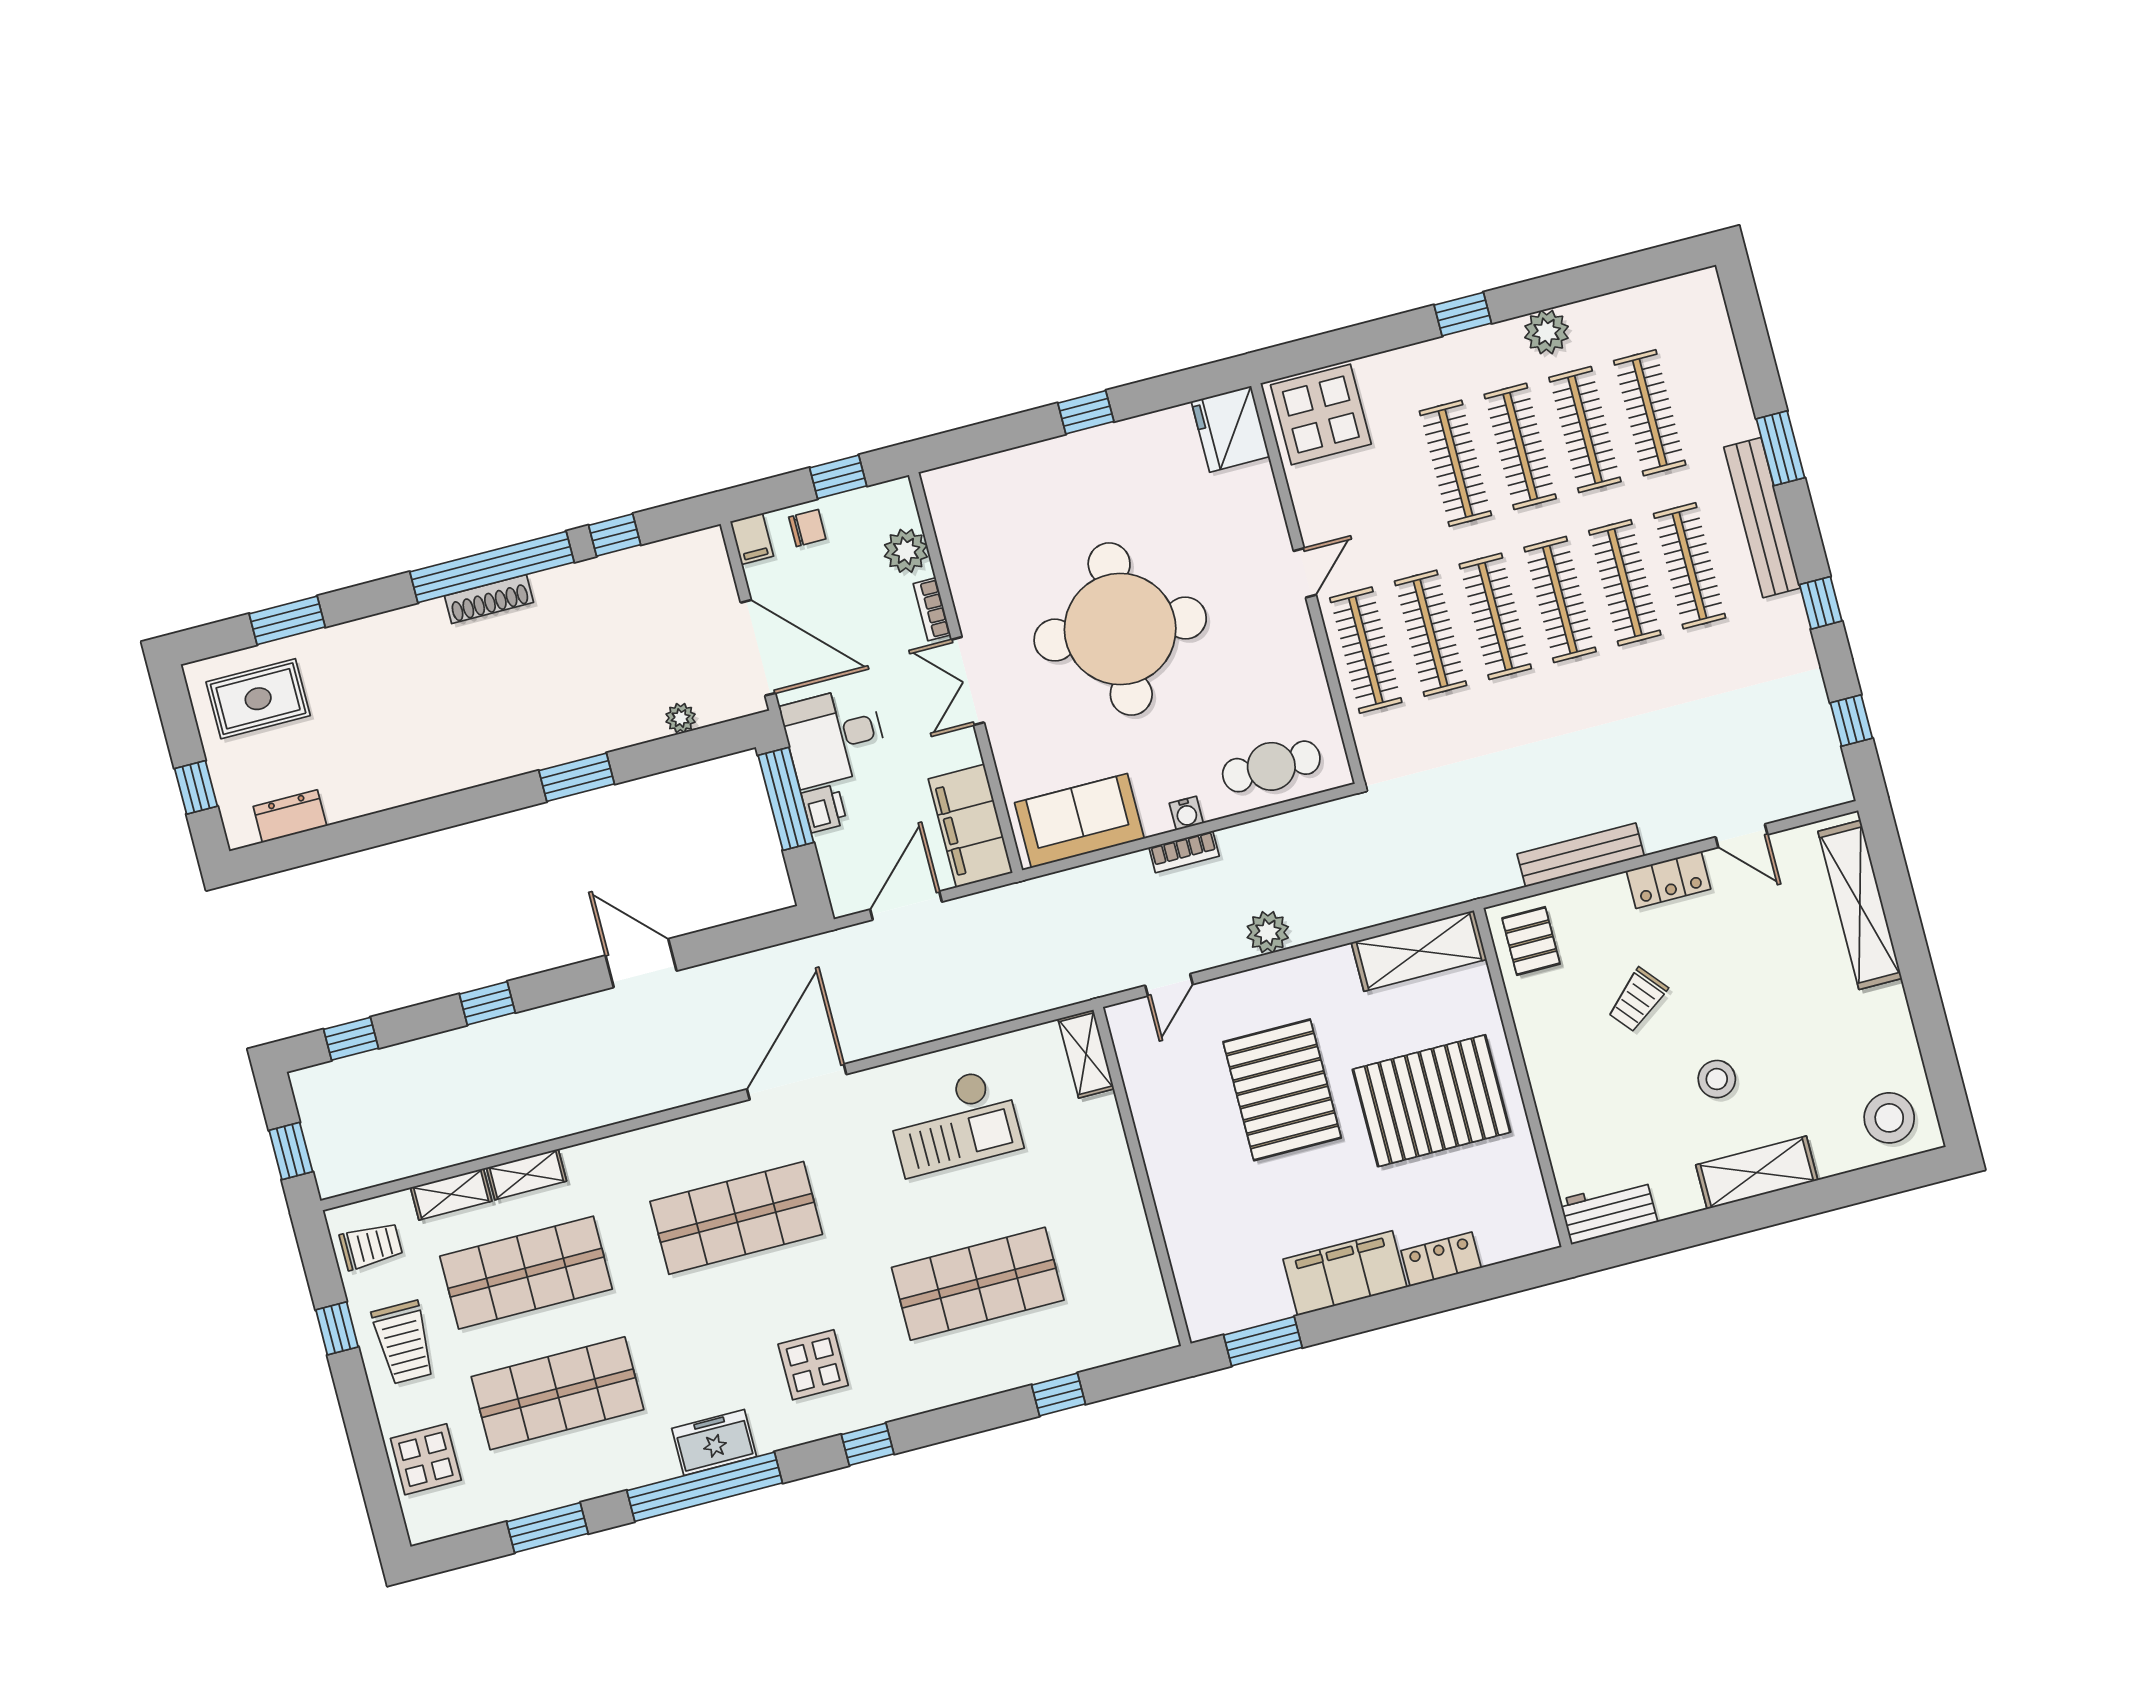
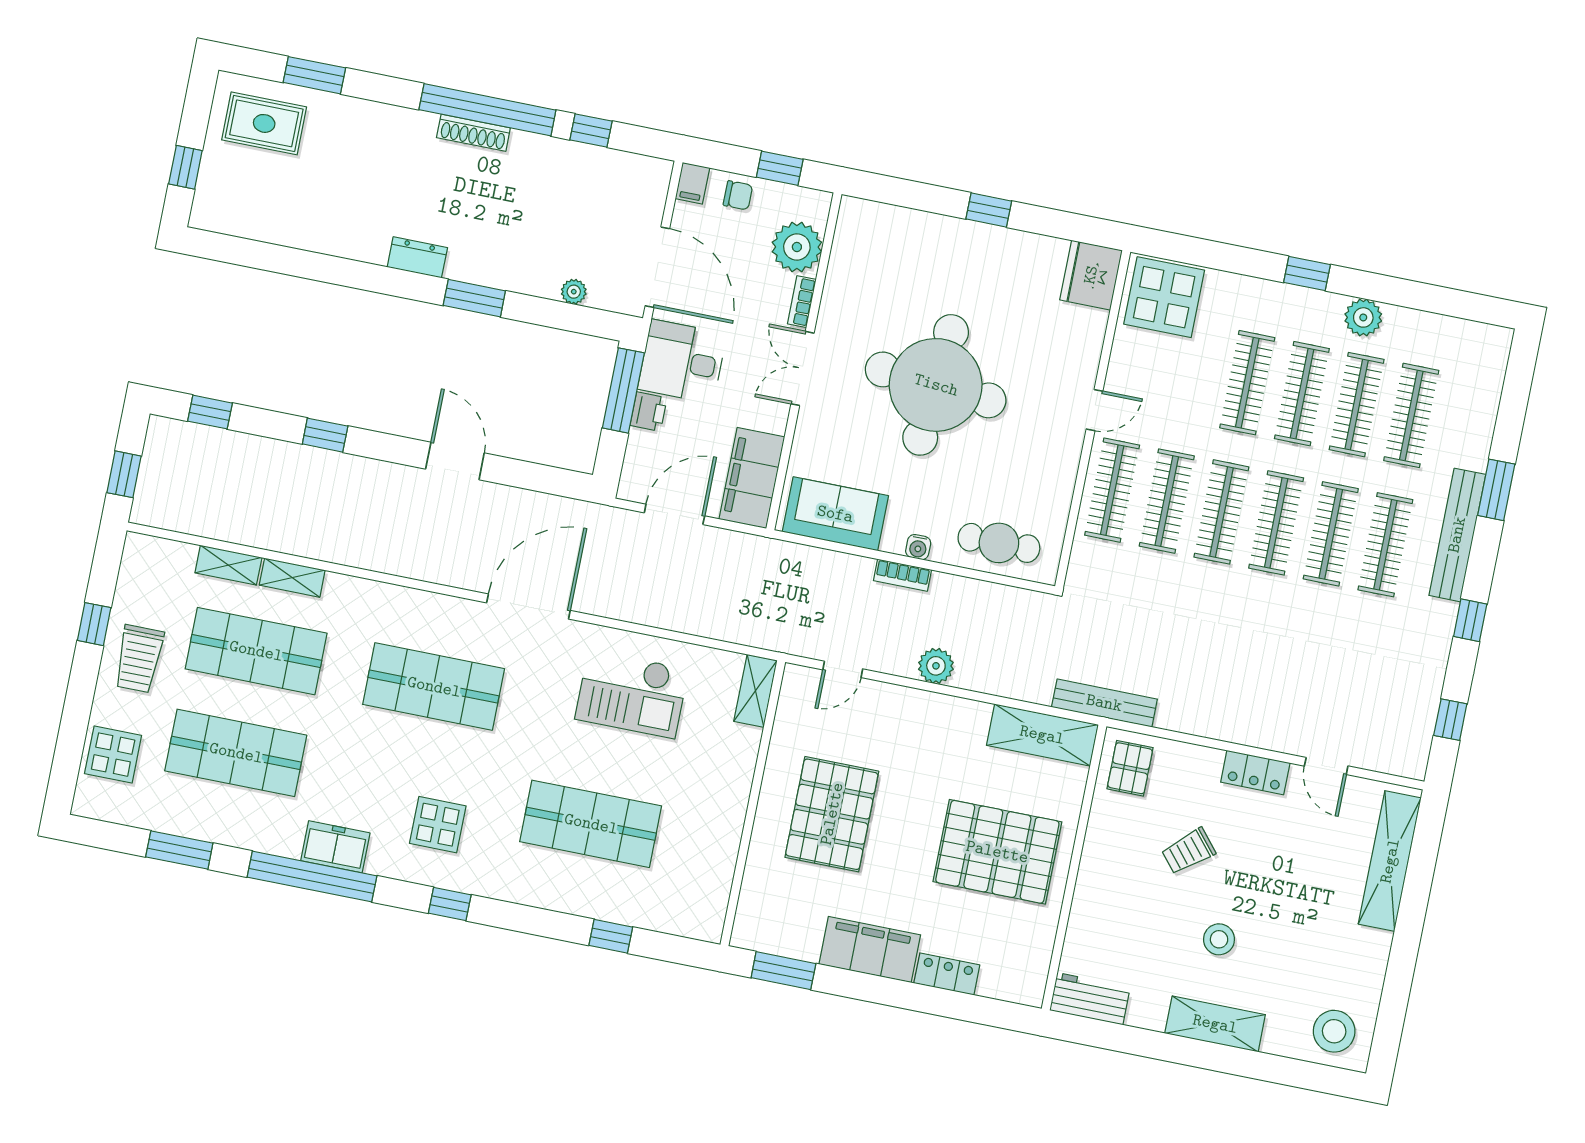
plant: (906, 551) -> (797, 247), width x1.36, depth x1.36
dresser: (290, 816) -> (417, 257), moved
bench: (1581, 855) -> (1104, 703), moved
pallet: (1282, 1090) -> (832, 814), moved
trolley: (371, 1246) -> (150, 575), removed

